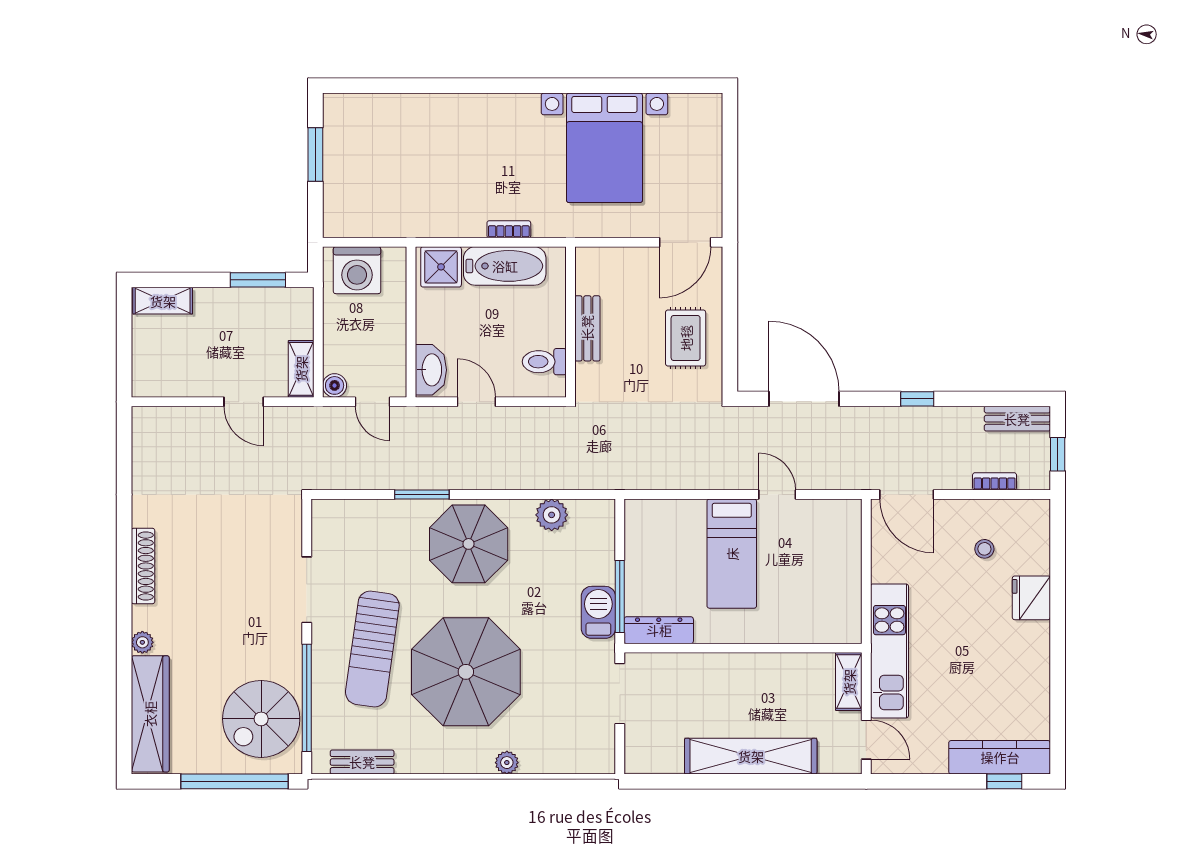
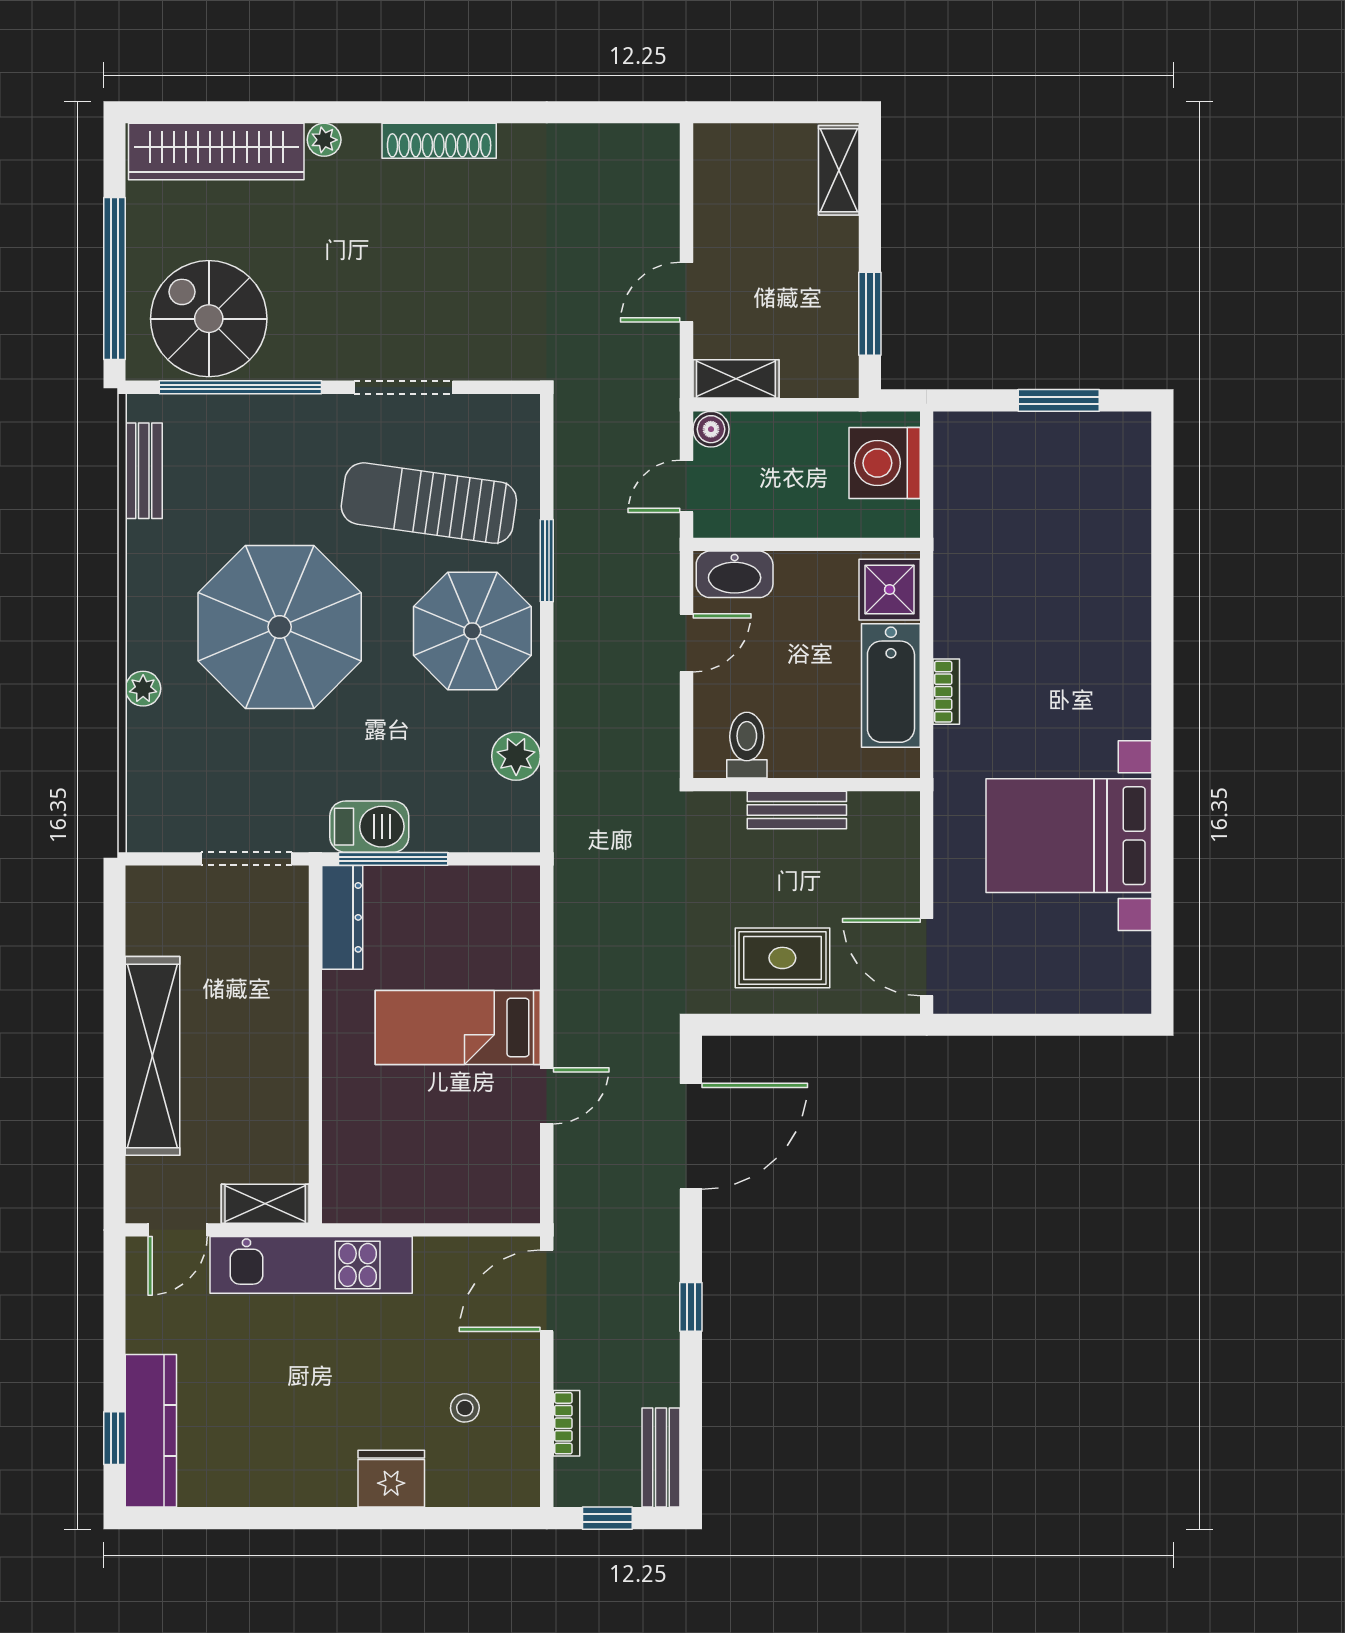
sun lounger: (372, 649) -> (429, 503), moved

